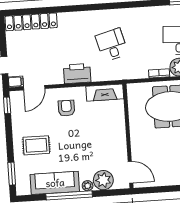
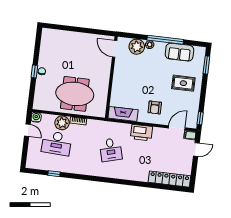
sofa: (55, 183) -> (179, 52), width x0.73

